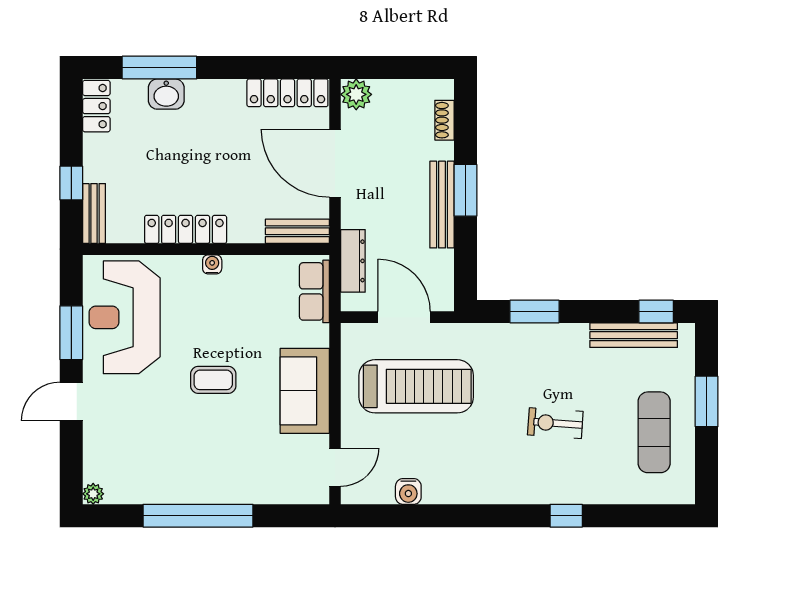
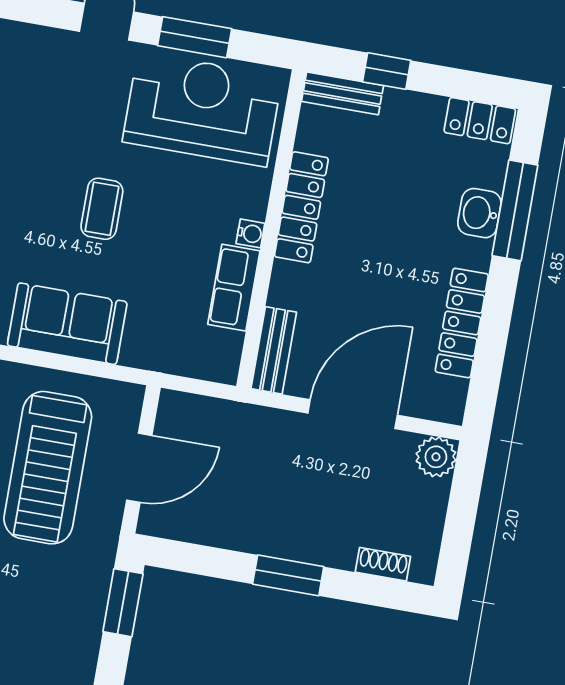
locker: (287, 93) -> (462, 323), moved
bench: (442, 205) -> (275, 542), removed
dresser: (353, 261) -> (223, 415), removed
row of seats: (314, 291) -> (234, 288), moved, turned -90
window: (534, 311) -> (123, 603), moved

